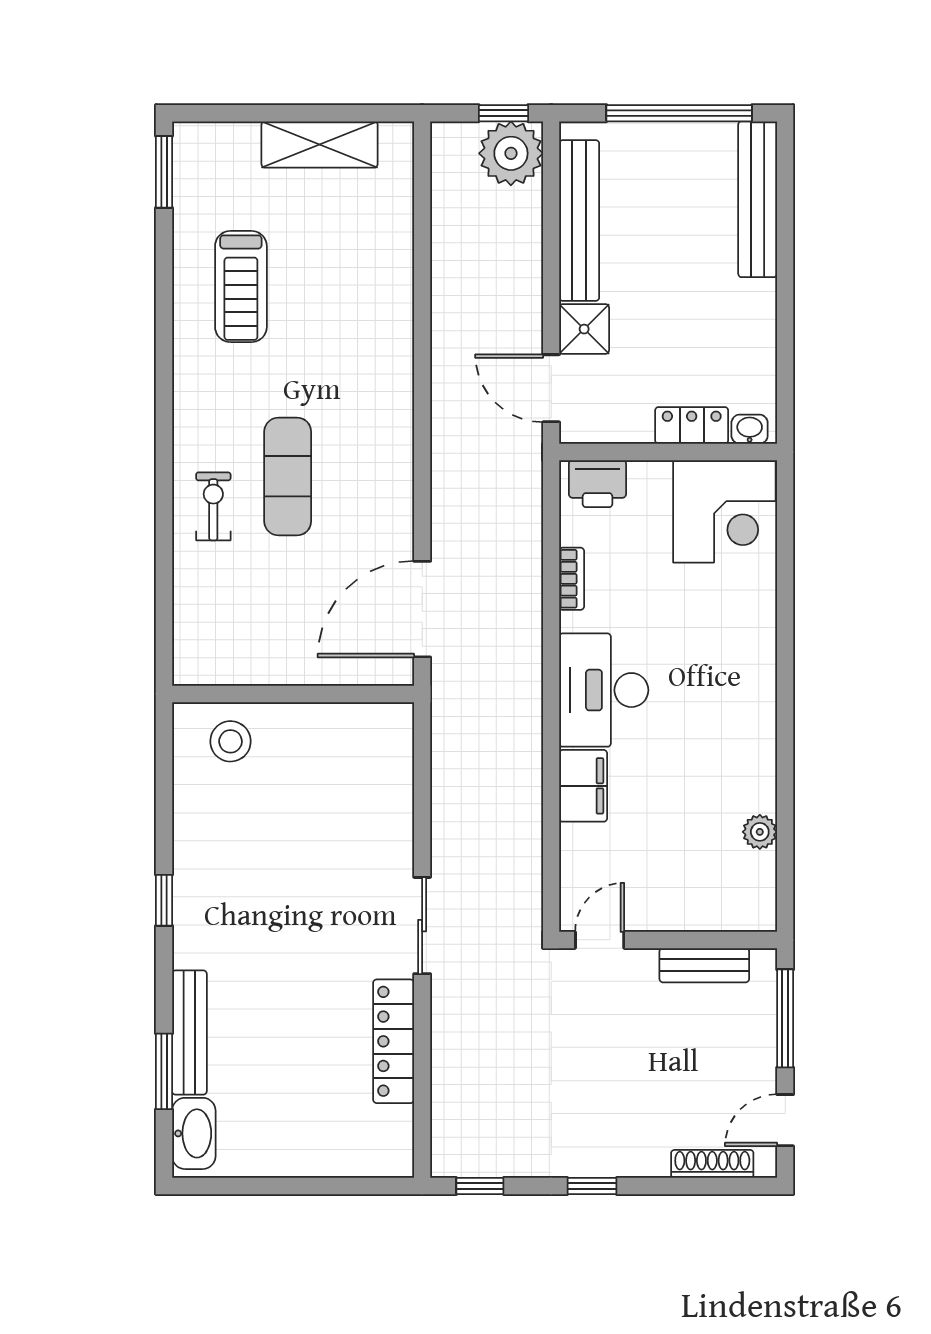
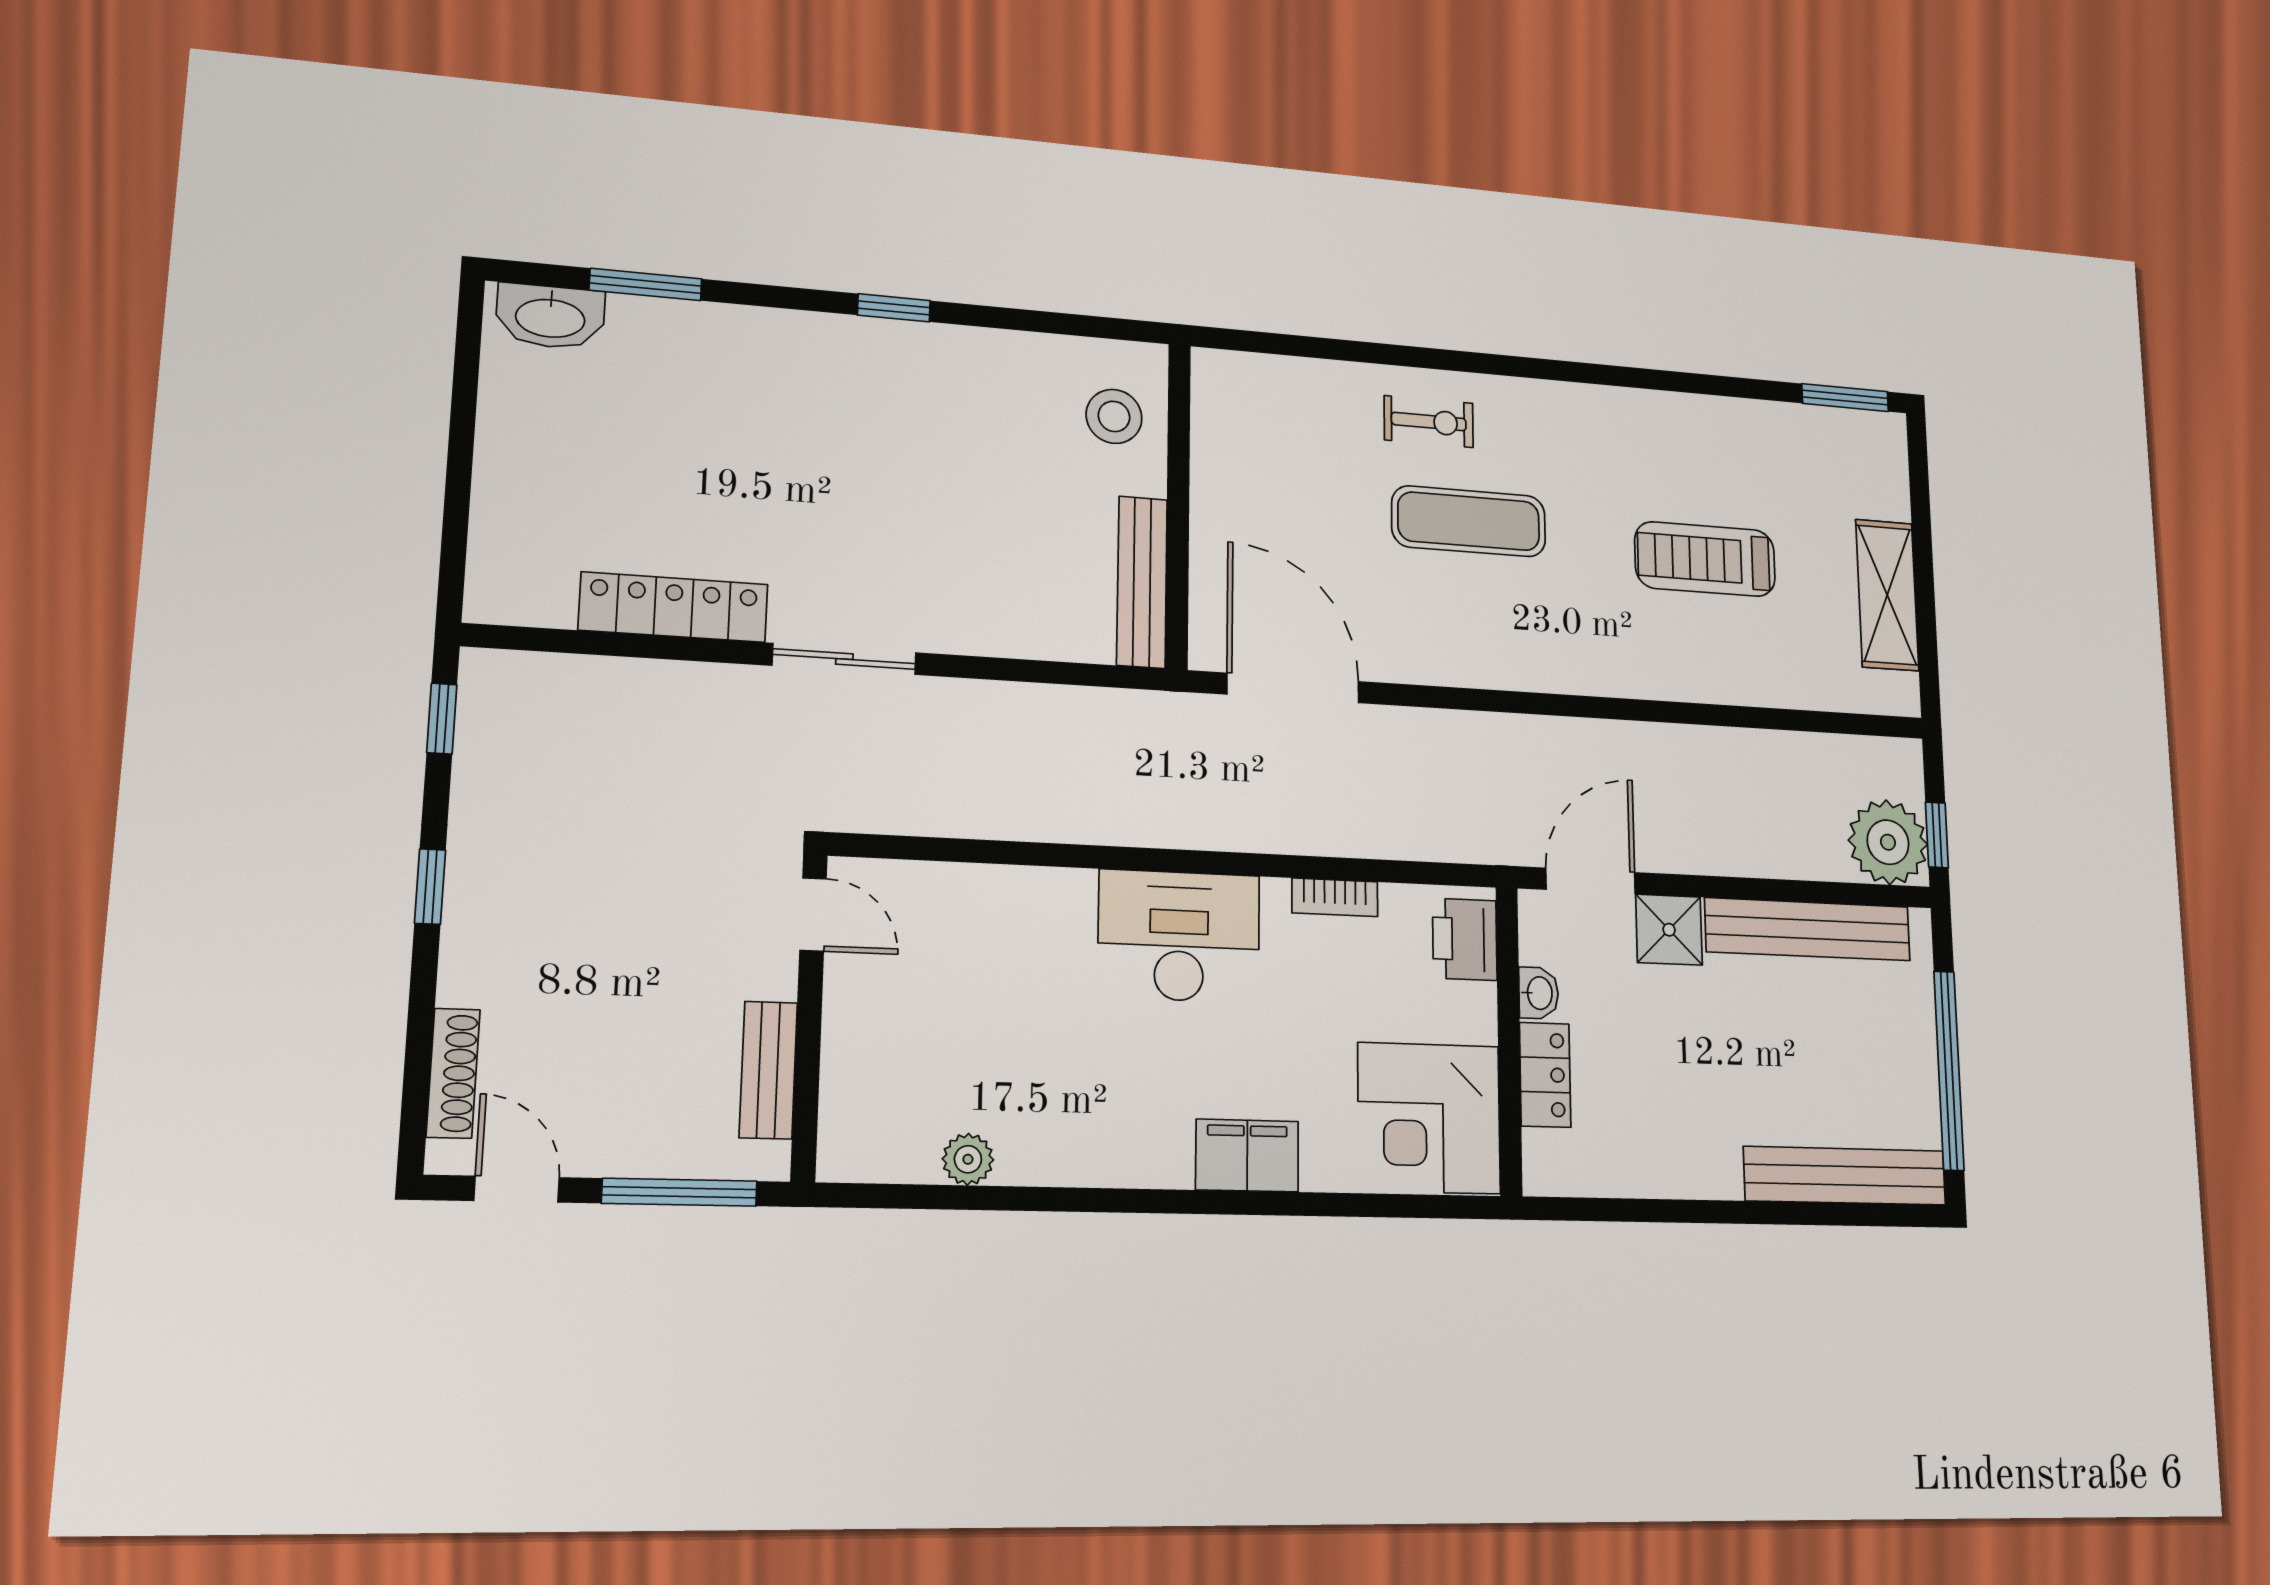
treadmill: (241, 287) -> (1705, 559), moved
washbasin: (750, 429) -> (1539, 993), moved
filing cabinet: (583, 786) -> (1247, 1156), moved, turned 180
bench: (189, 1033) -> (1142, 582), moved, turned 90

